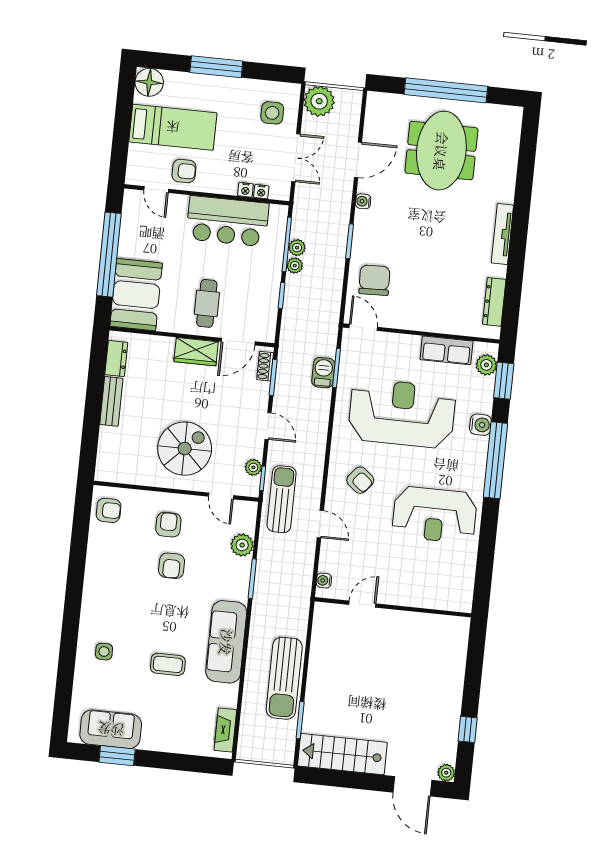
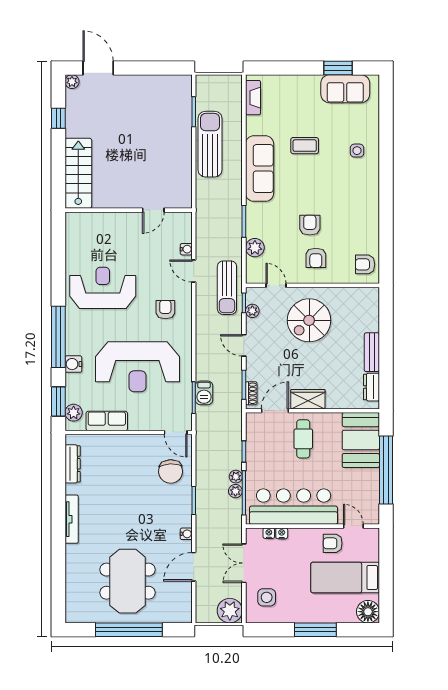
bar counter: (227, 221) -> (294, 507), width x1.36
armchair: (360, 480) -> (165, 310), turned 51
water cooler: (324, 581) -> (186, 249), moved
stairs: (342, 754) -> (78, 173), moved, turned -90

